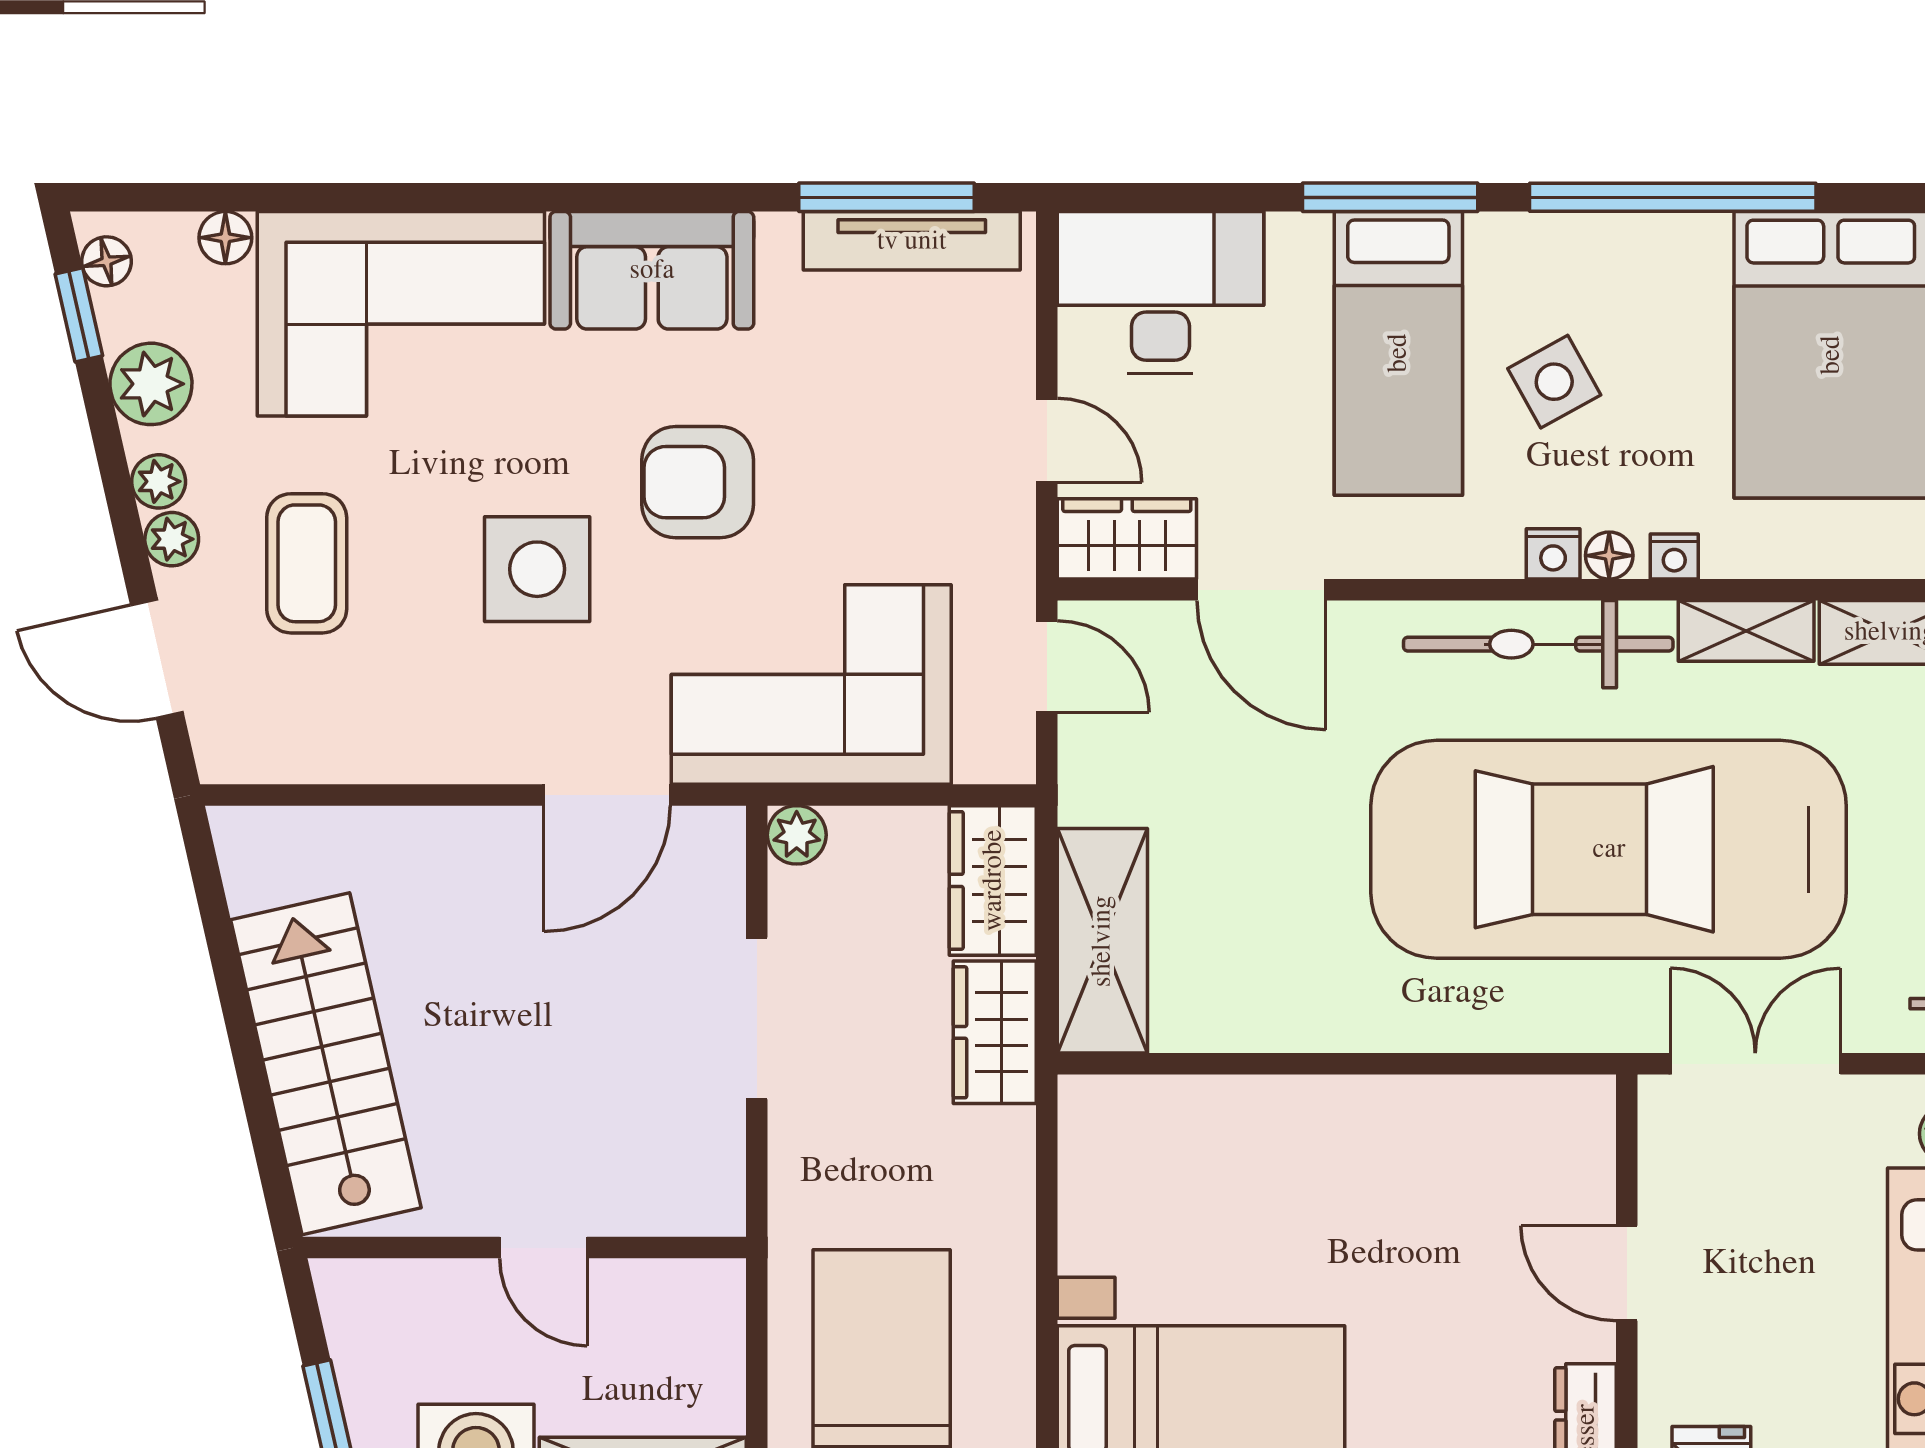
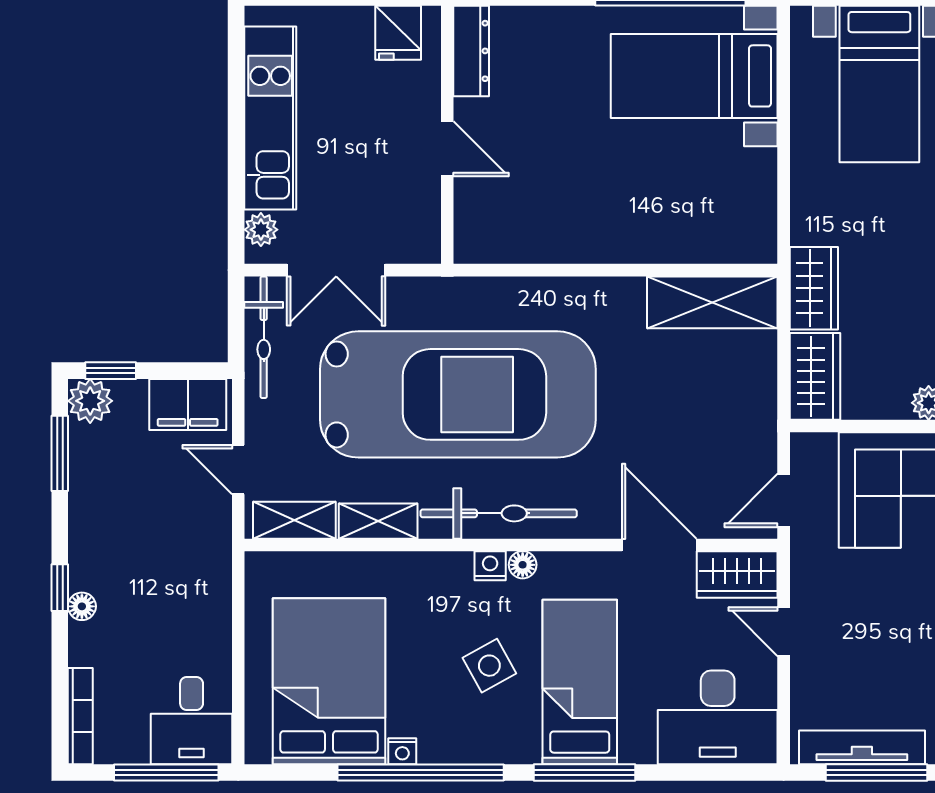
floor lamp: (1609, 556) -> (523, 565), moved
nightstand: (1674, 557) -> (402, 751), moved, turned 180
door: (1047, 666) -> (784, 500), hinge flipped
shelving: (1102, 941) -> (712, 302), moved, turned 90
double door: (1755, 1064) -> (336, 270), moved

